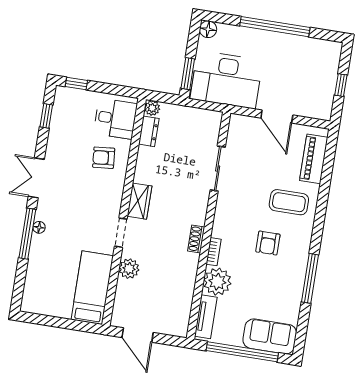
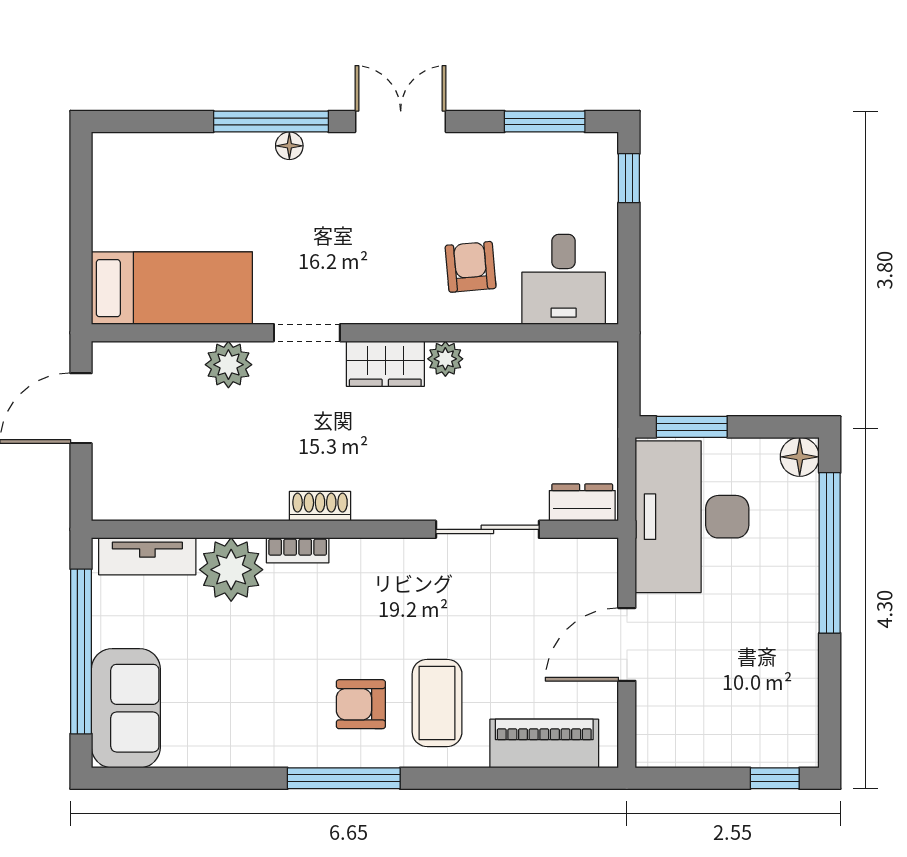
window: (275, 27) -> (830, 553), moved
window: (341, 85) -> (775, 778), moved
plant: (152, 108) -> (445, 359), moved
window: (46, 116) -> (545, 122), width x1.50
dresser: (149, 131) -> (582, 502), moved, turned 180
armchair: (268, 243) -> (361, 704), moved
window: (310, 278) -> (344, 778), moved

